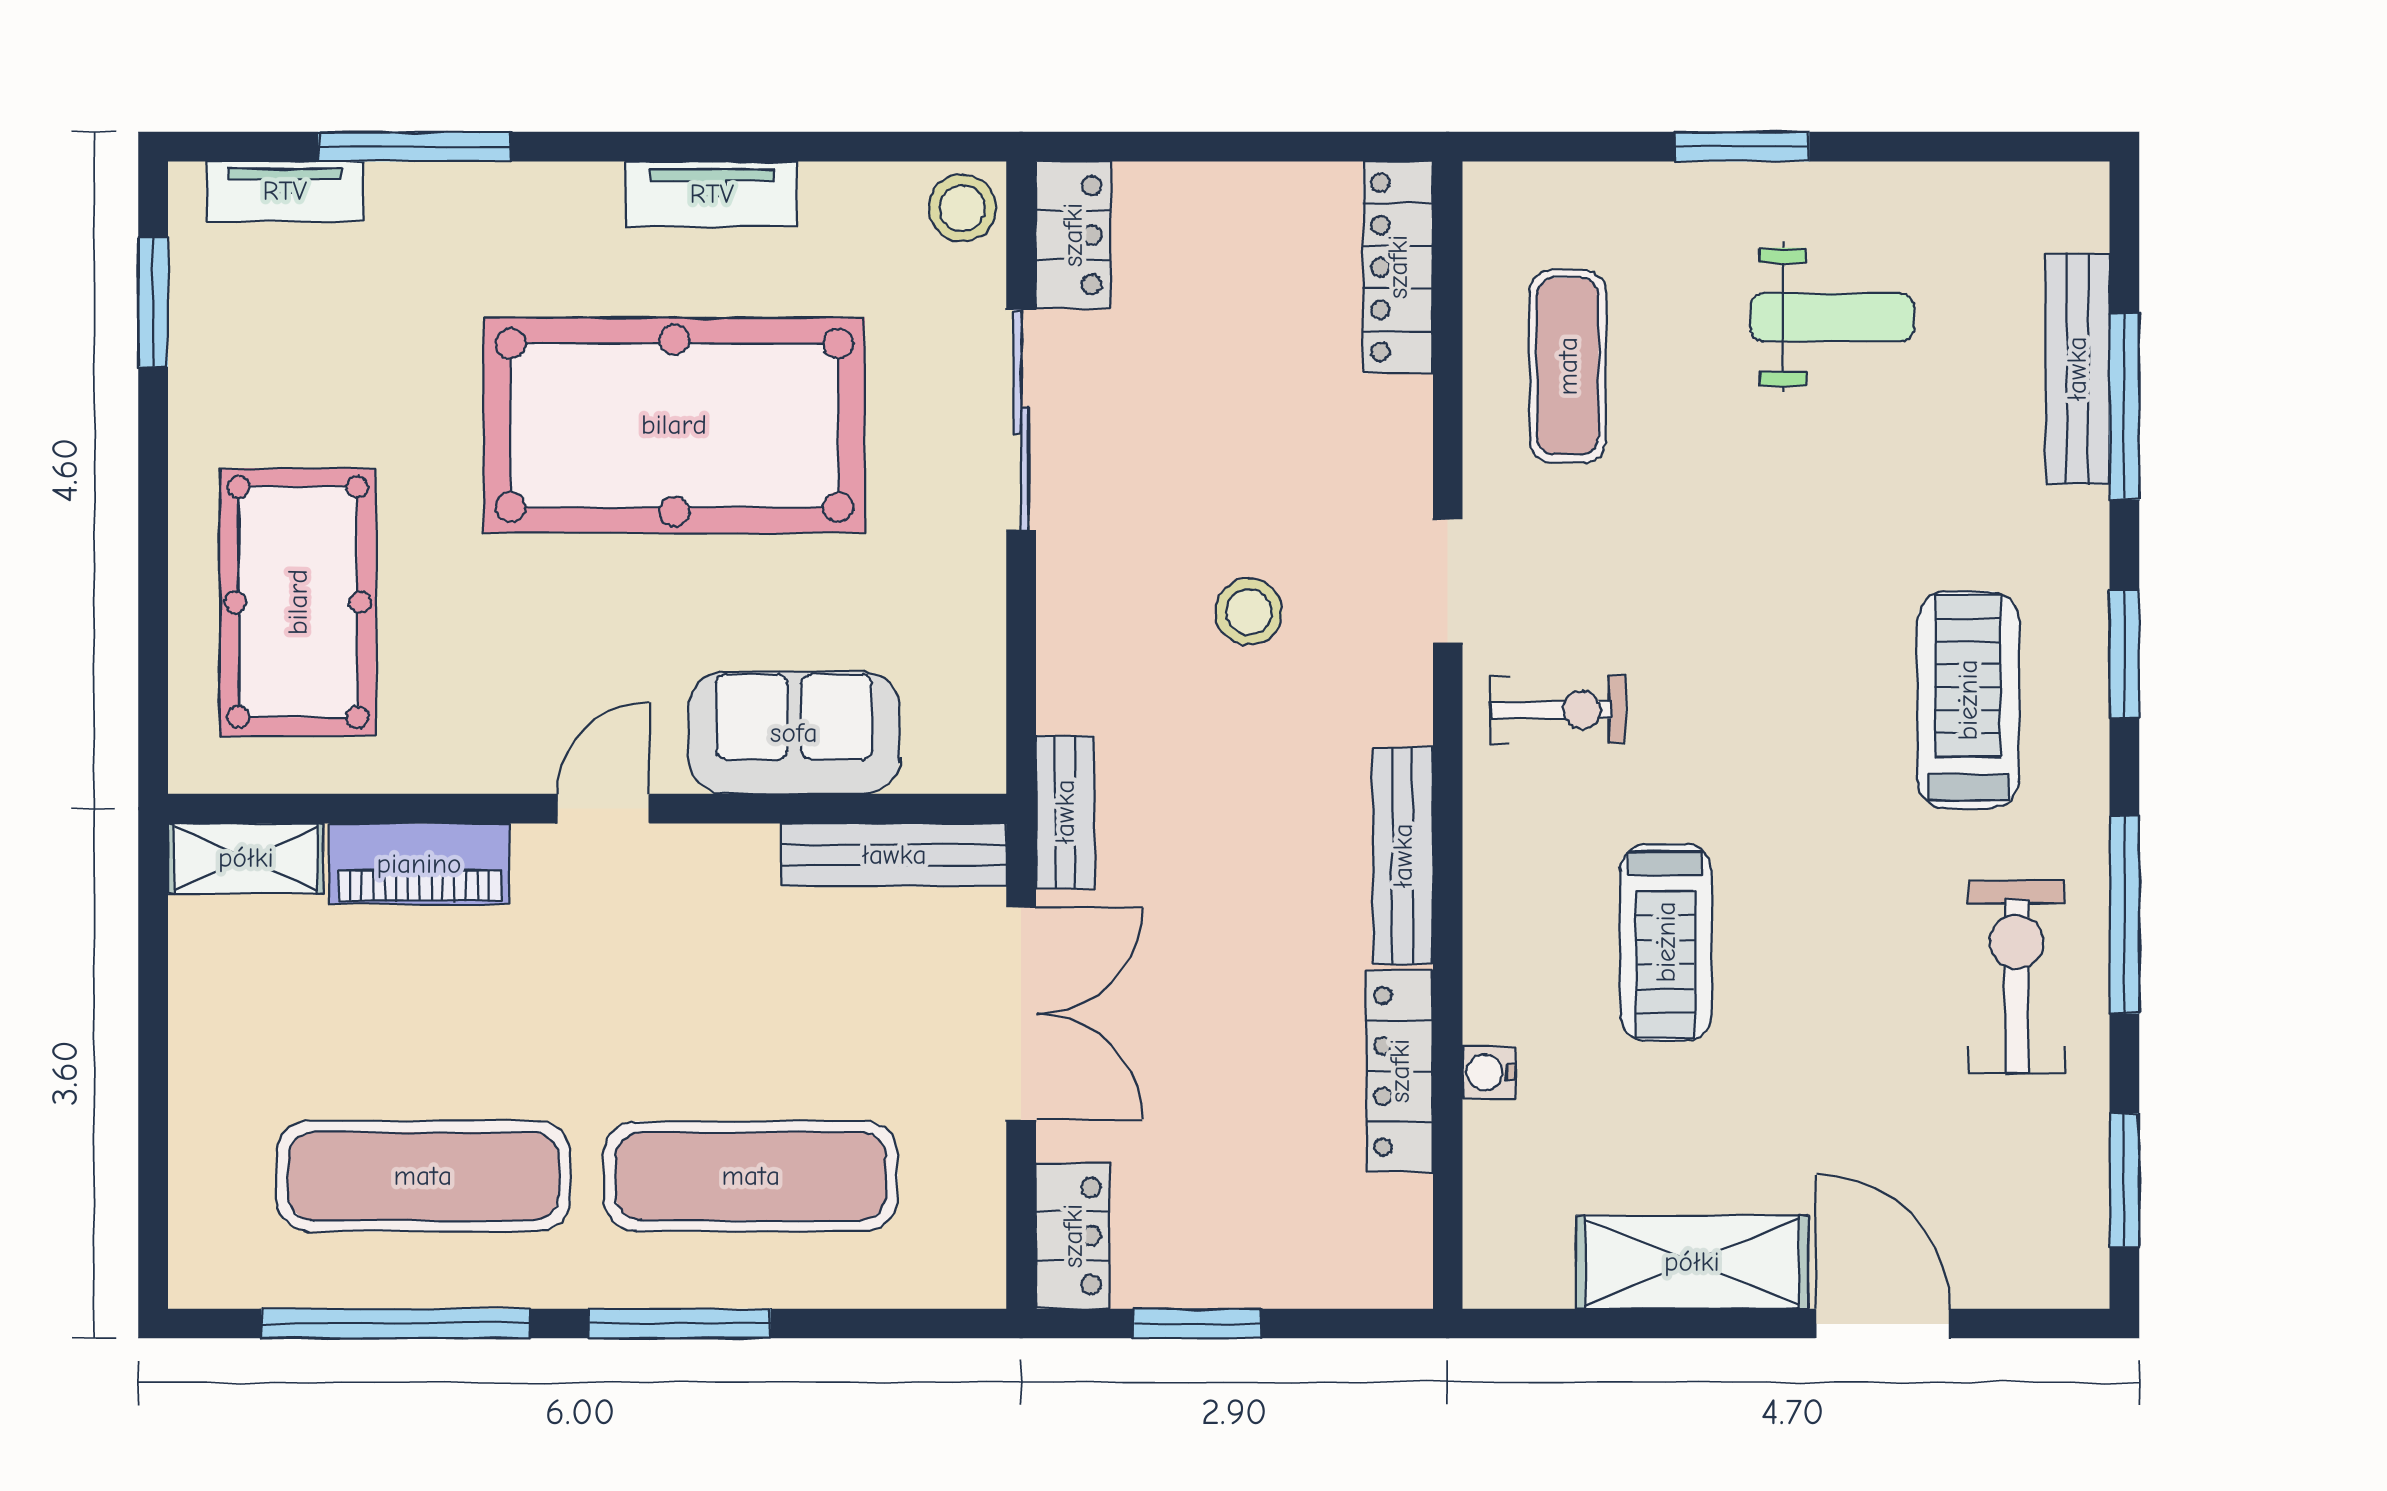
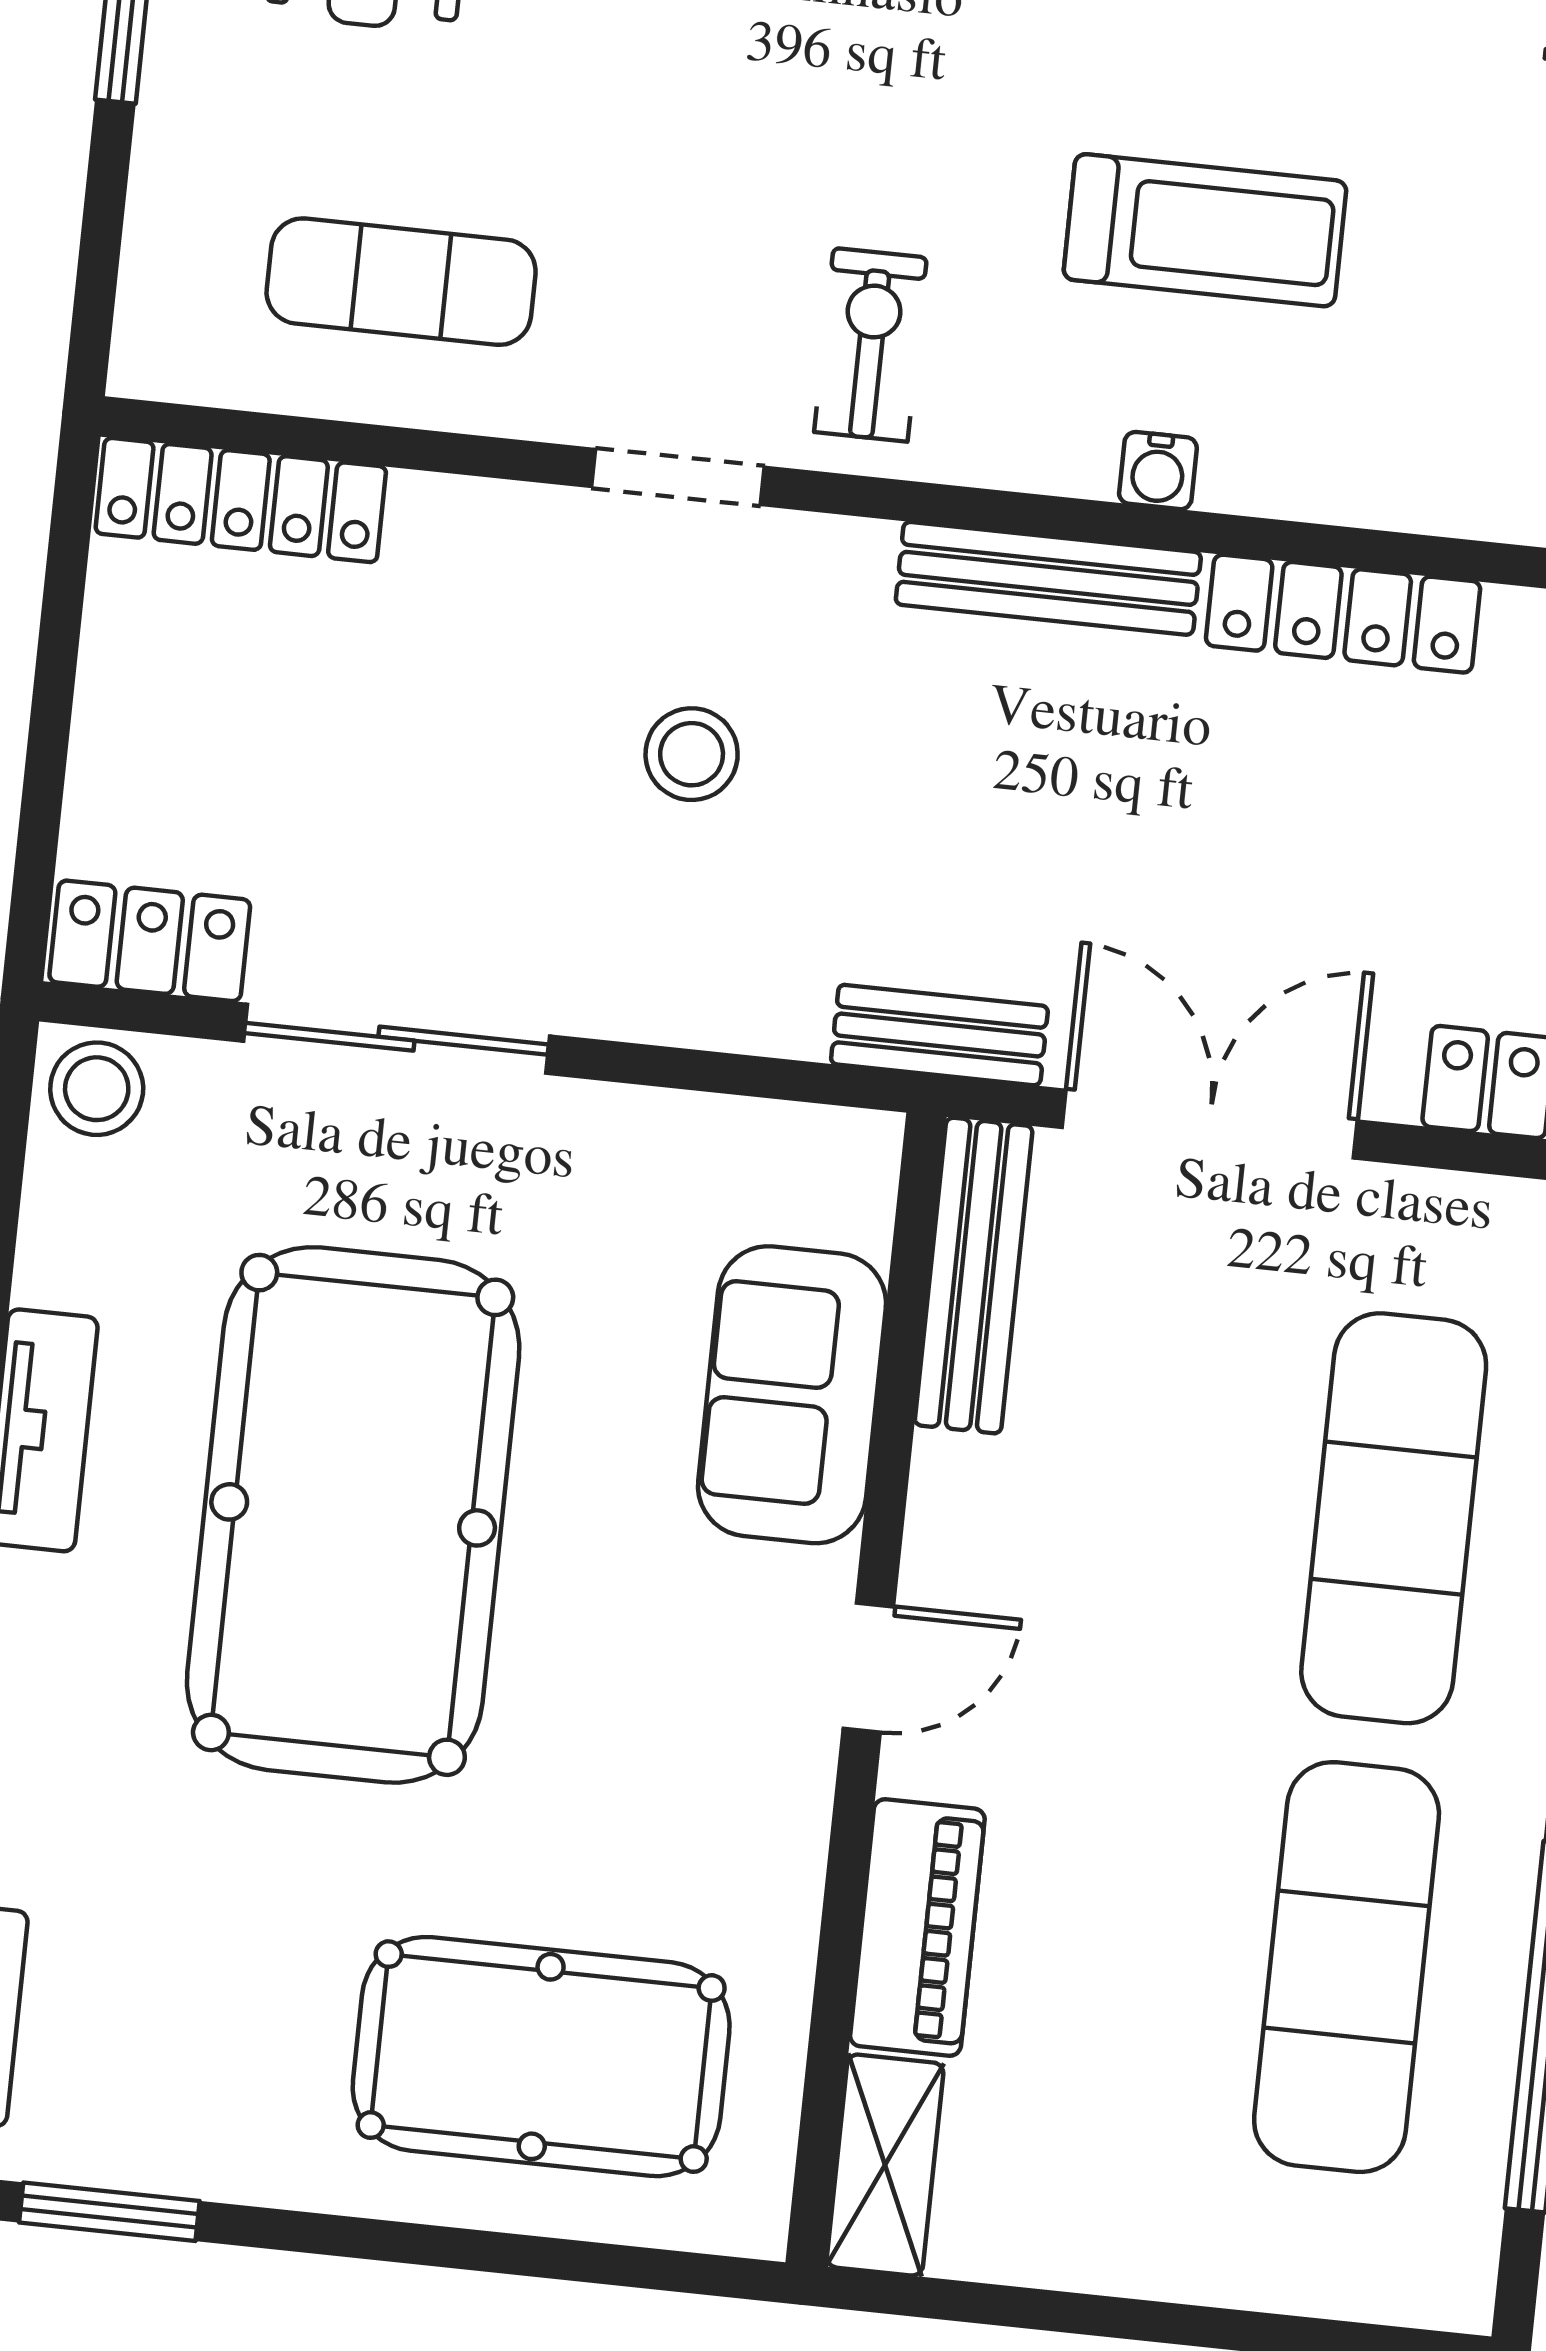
door: (603, 809) -> (868, 1667), swing flipped
water cooler: (1489, 1072) -> (1158, 471), moved

